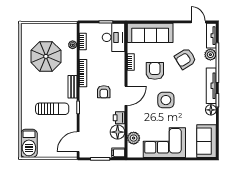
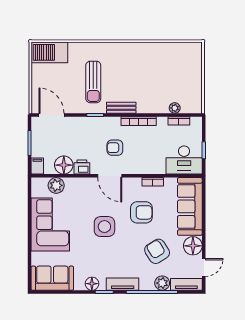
floor lamp: (181, 30) -> (193, 246), added
parasol: (46, 56) -> (160, 74), removed
tv unit: (211, 86) -> (123, 284), width x0.71

